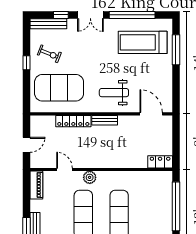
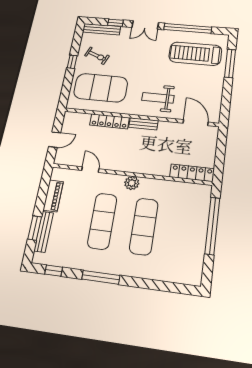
locker: (160, 162) -> (192, 173), width x1.53
plant: (90, 177) -> (132, 183), moved
piano: (36, 185) -> (53, 196), moved

